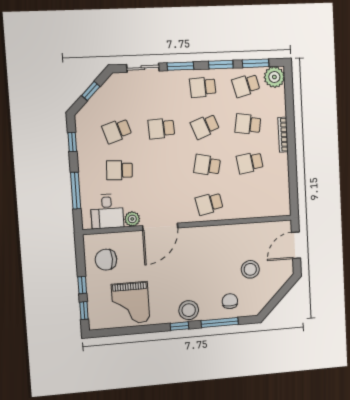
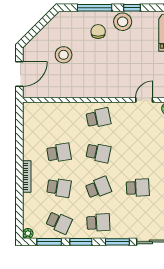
plant: (274, 77) -> (28, 233), width x0.53, depth x0.53
school desk: (246, 85) -> (59, 223), turned 39
door: (160, 227) -> (144, 100), width x0.53
chair: (230, 301) -> (98, 31), moved, turned 180

